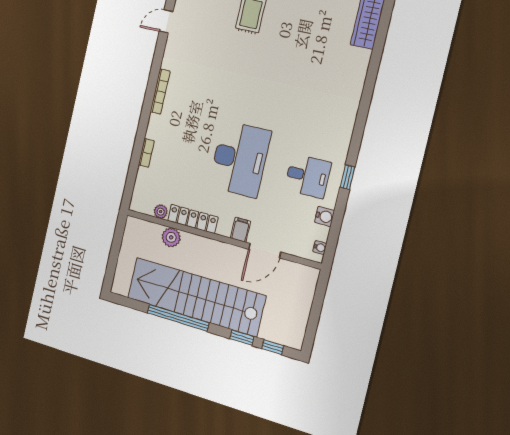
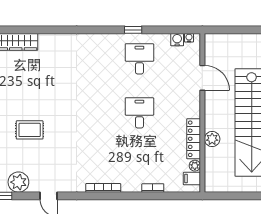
desk: (240, 159) -> (139, 113), width x0.53, depth x0.77
water cooler: (325, 216) -> (177, 40), moved
filing cabinet: (241, 230) -> (192, 179), moved
plant: (171, 237) -> (212, 139), moved

